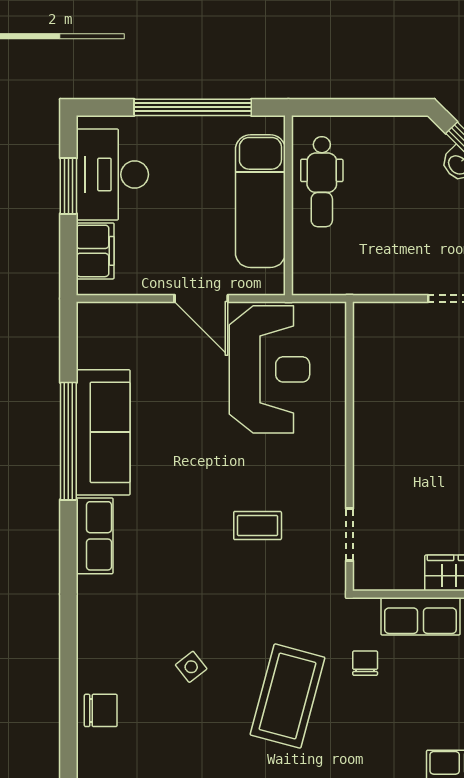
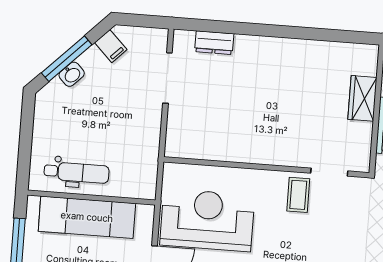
coffee table: (258, 525) -> (298, 195), moved

